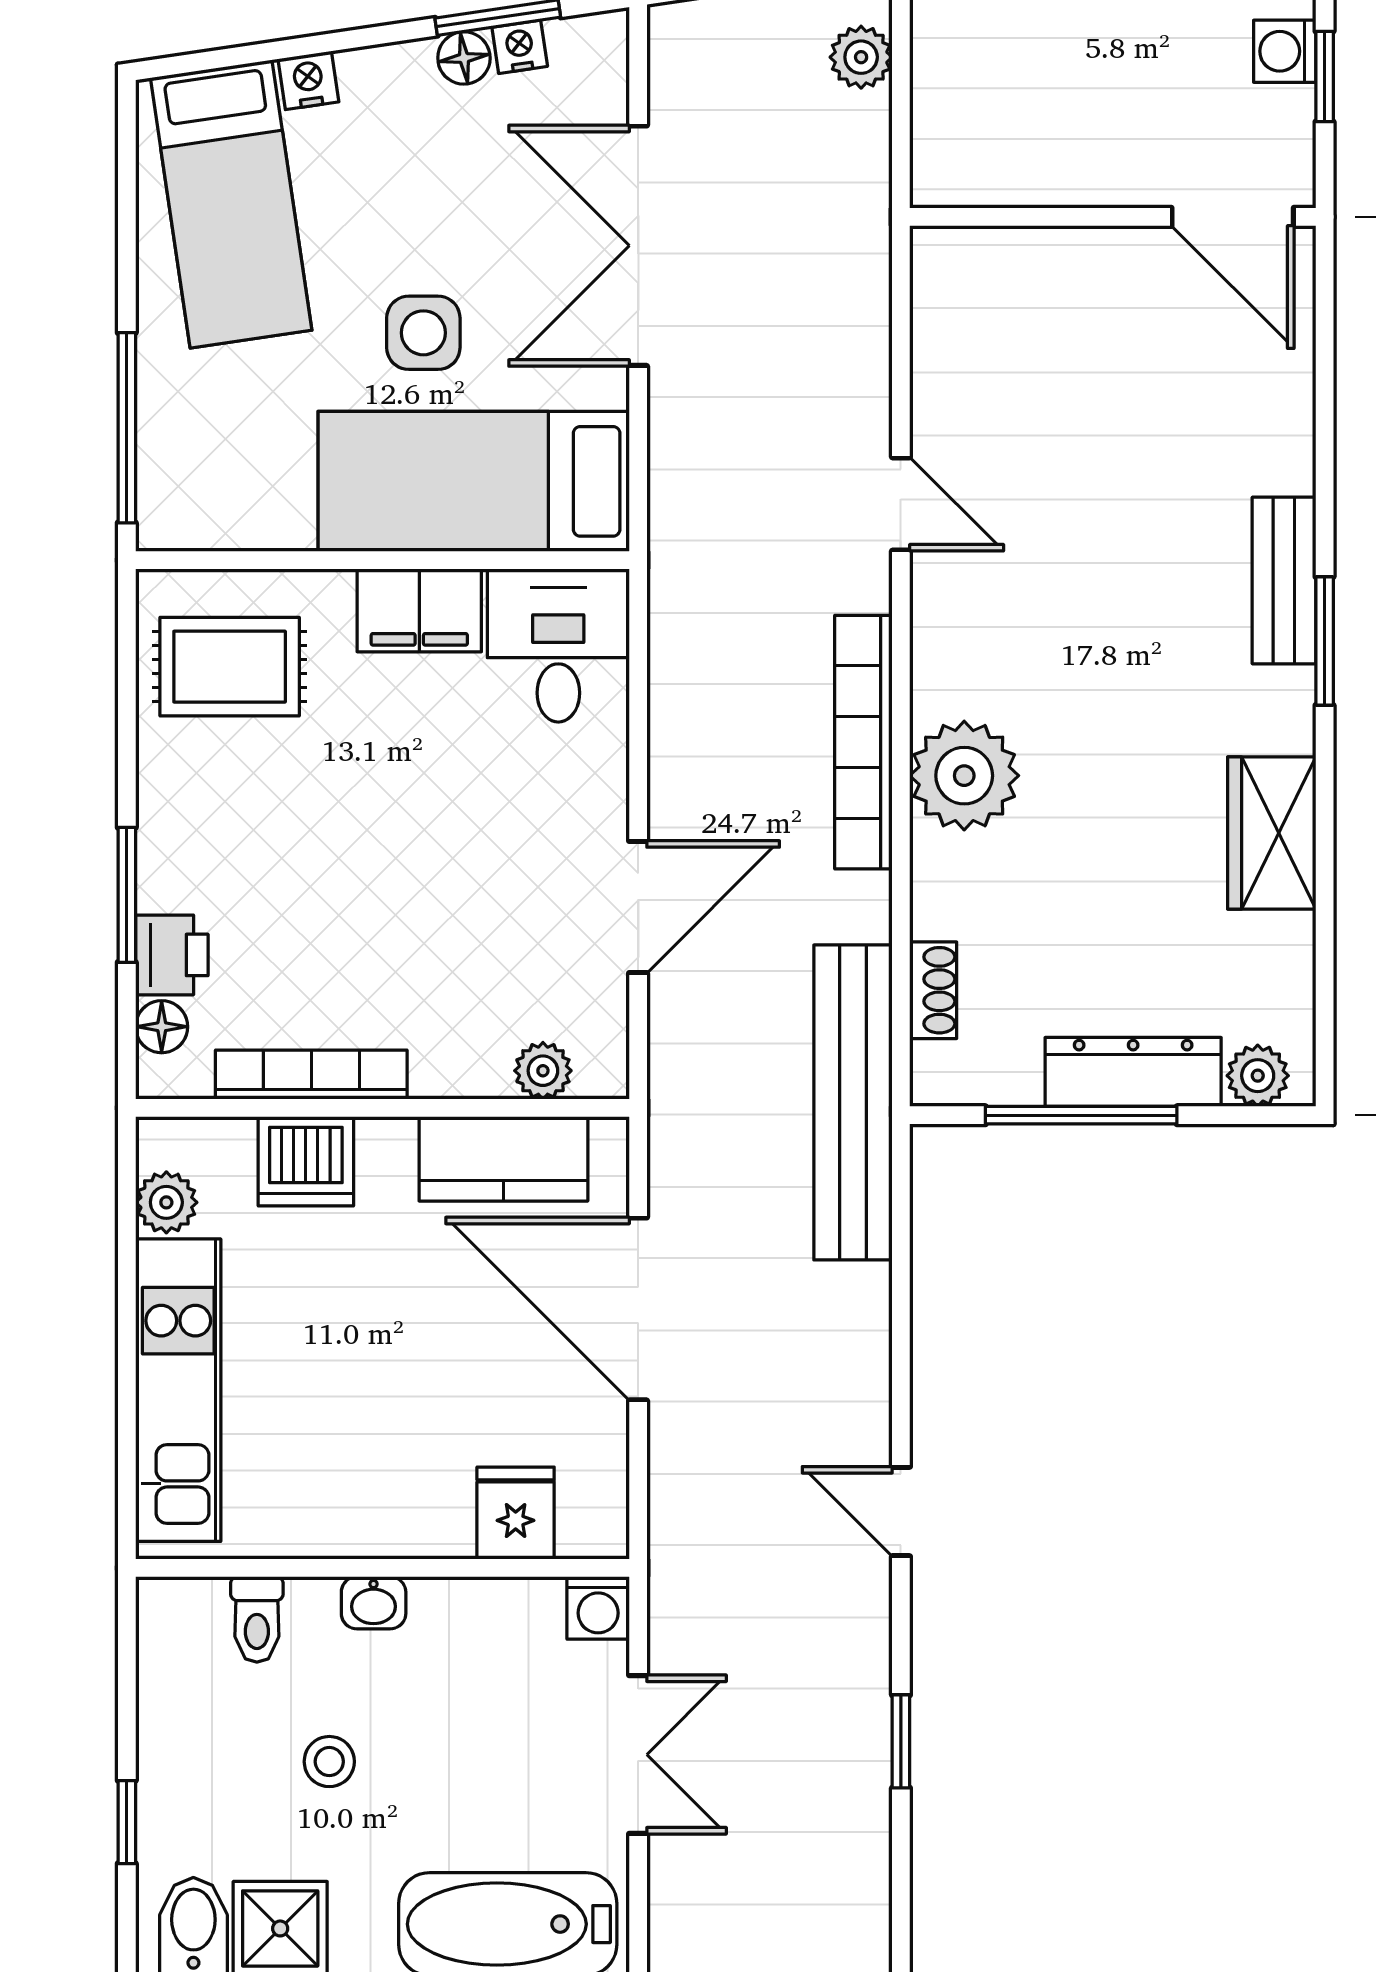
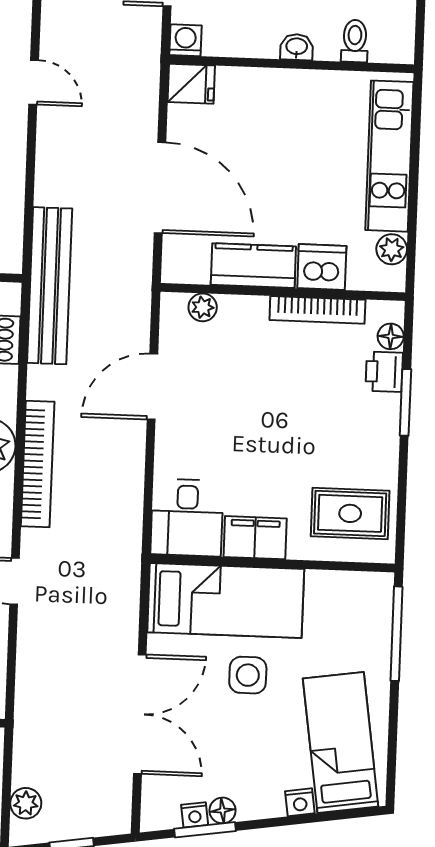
kitchen counter: (503, 1159) -> (253, 266), moved
fridge: (516, 1513) -> (191, 84), moved, turned -90

